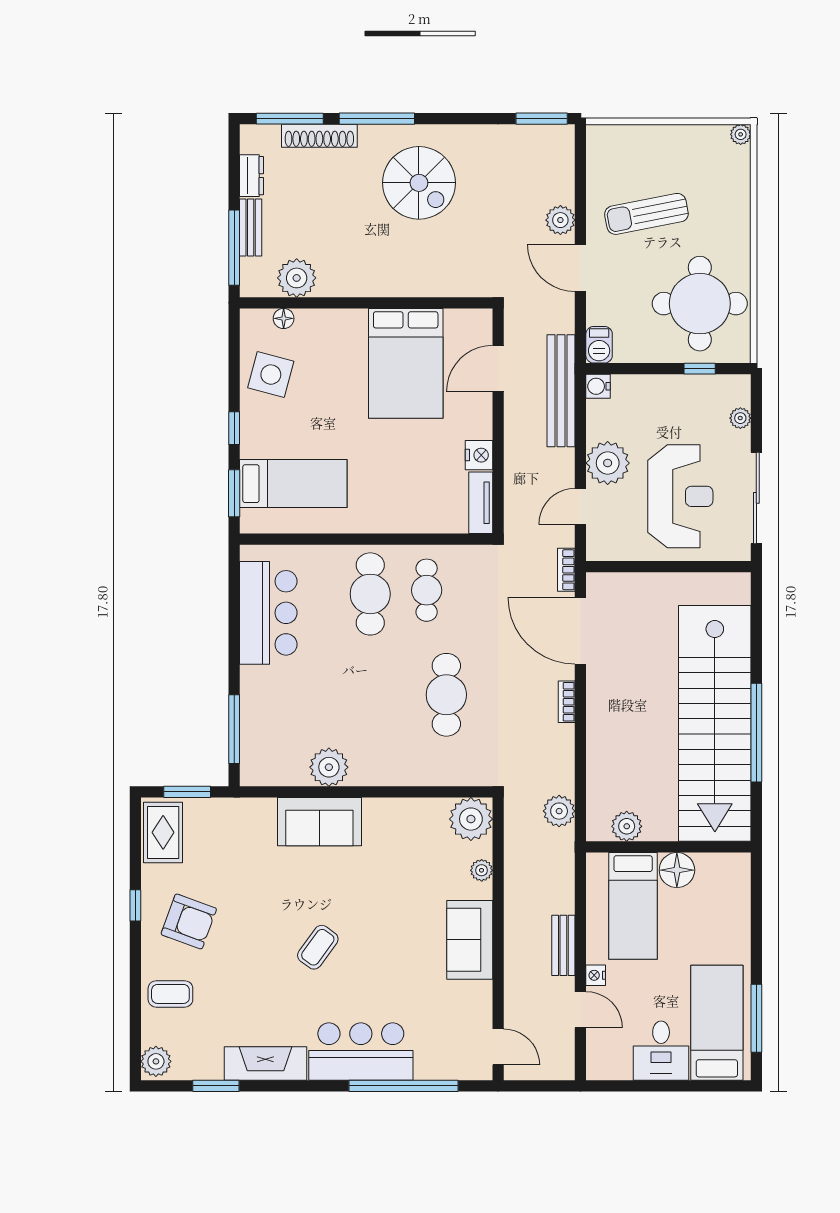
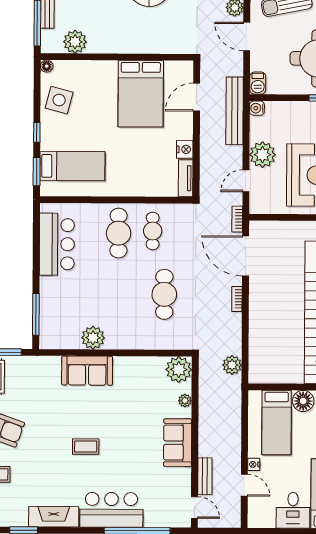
floor lamp: (284, 318) -> (47, 66), moved
plant: (627, 826) -> (273, 374), removed
bench: (563, 945) -> (205, 476), moved
coffee table: (318, 947) -> (86, 447), turned 54

